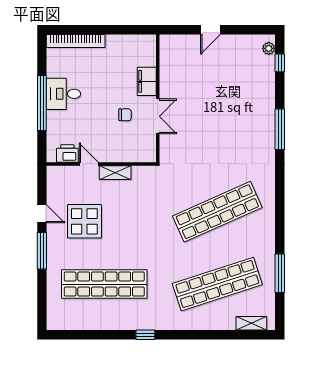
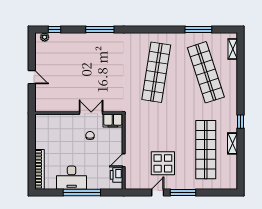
filing cabinet: (147, 81) -> (113, 121), moved
desk: (63, 94) -> (72, 178), width x1.37
shelving: (115, 173) -> (233, 143), moved
shop shelf: (217, 212) -> (156, 72), turned 33

